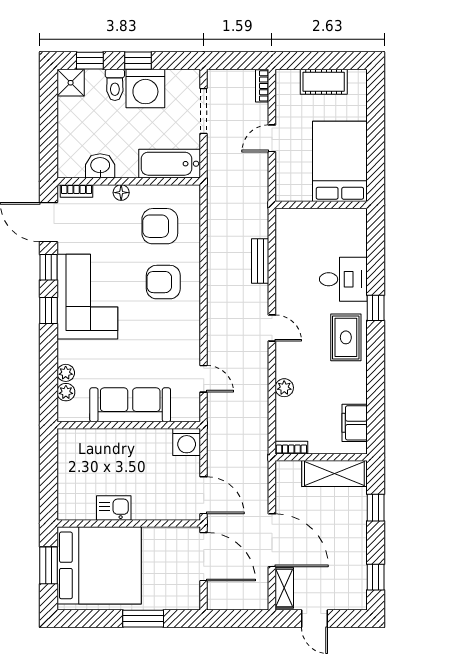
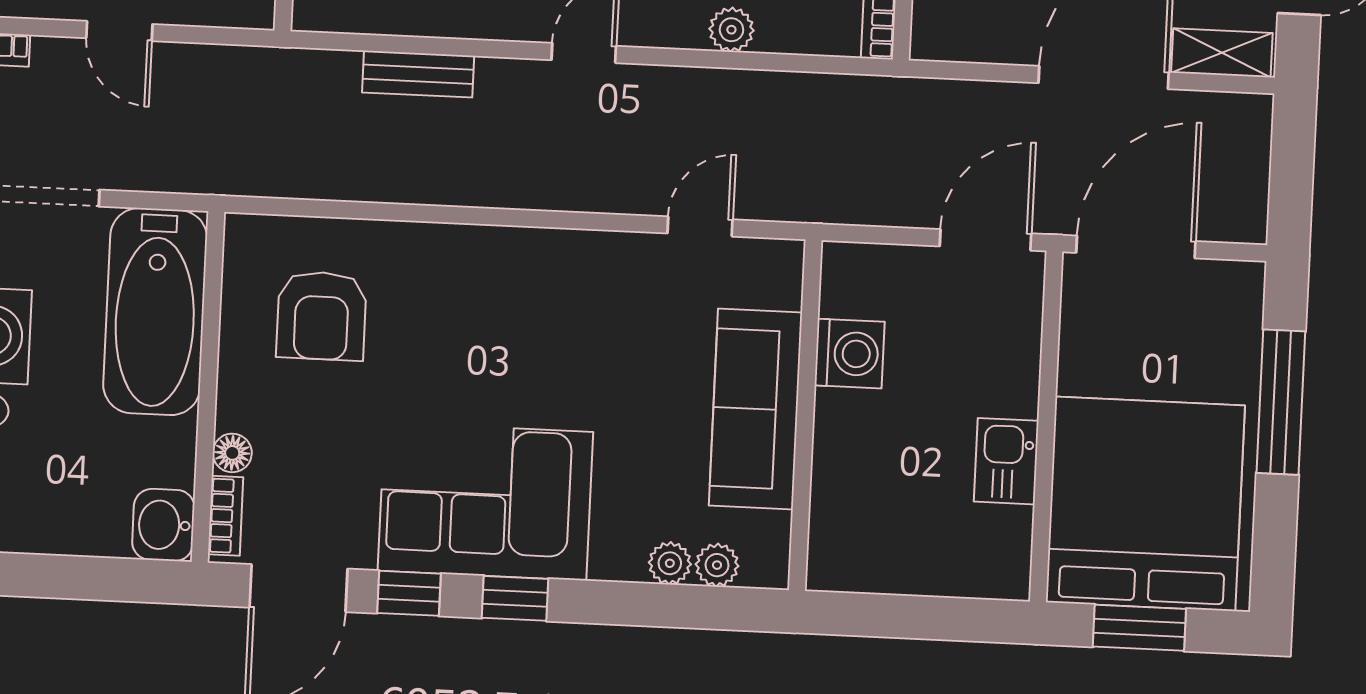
bathtub: (170, 164) -> (155, 312), width x1.36, depth x1.36
washbasin: (100, 166) -> (163, 525), moved
floor lamp: (121, 193) -> (232, 453), moved
armchair: (163, 282) -> (459, 314), removed
washing machine: (187, 442) -> (849, 354), moved
window: (143, 619) -> (1281, 402), width x1.44

